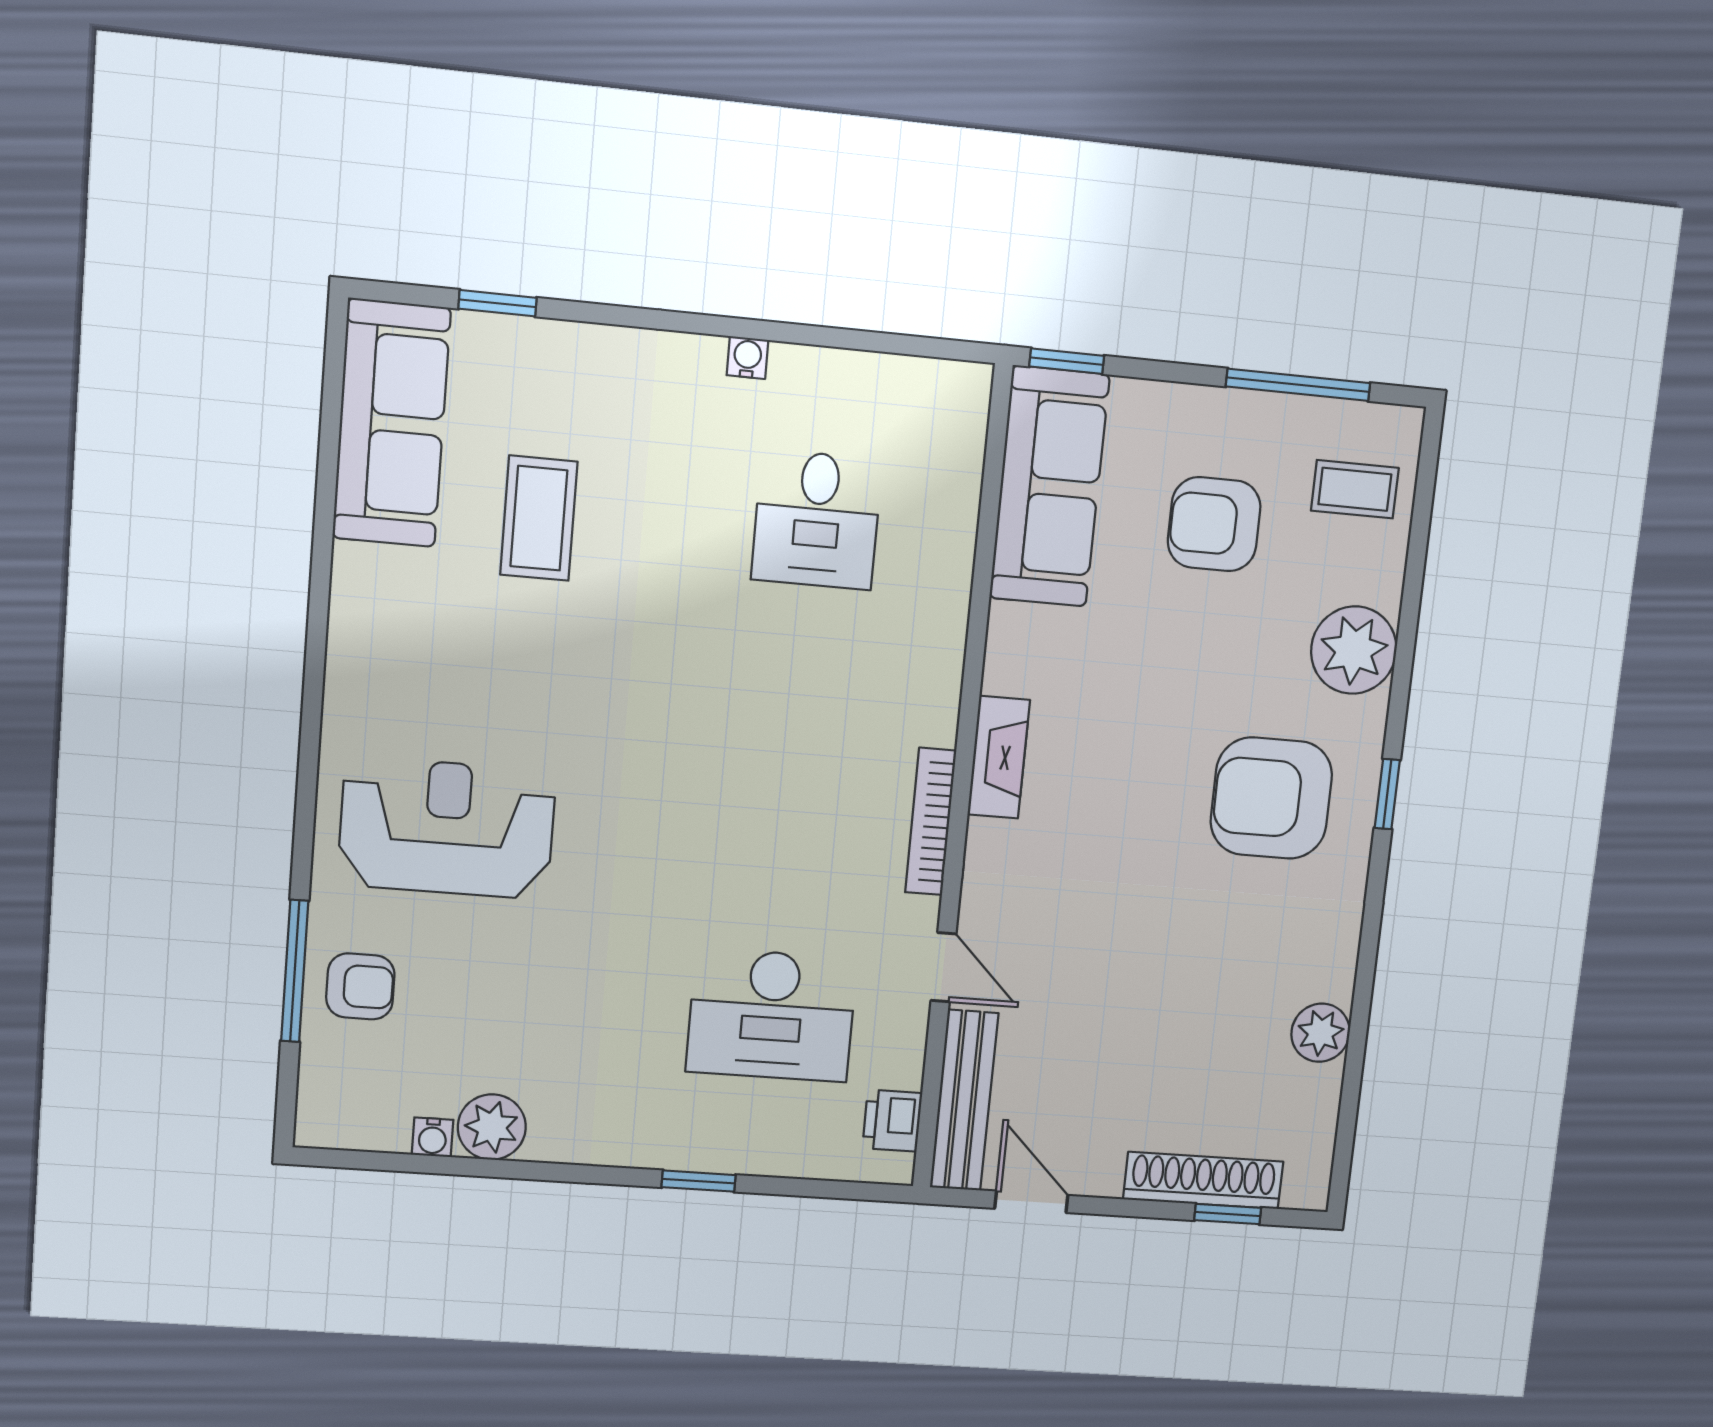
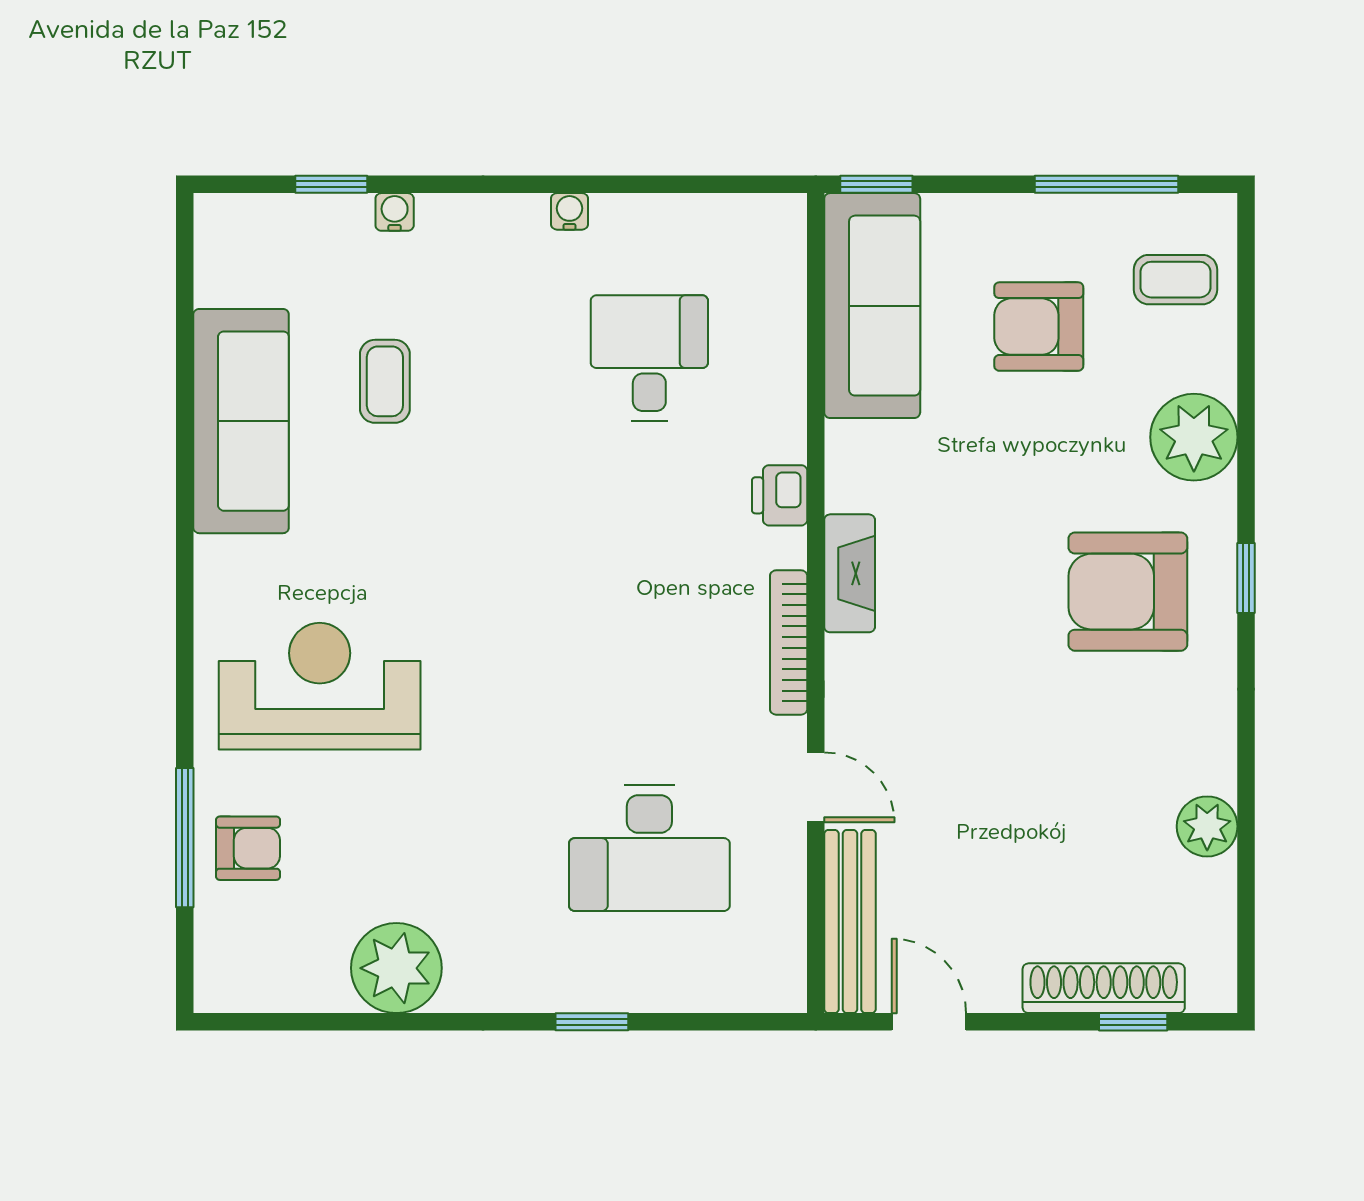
sofa: (392, 423) -> (241, 421), moved
coffee table: (539, 518) -> (385, 381), width x0.73, depth x0.77
desk: (817, 520) -> (649, 358), turned 180
printer: (892, 1121) -> (780, 495), moved
plant: (492, 1127) -> (396, 968), width x1.36, depth x1.36
water cooler: (433, 1137) -> (395, 212), moved, turned 180

